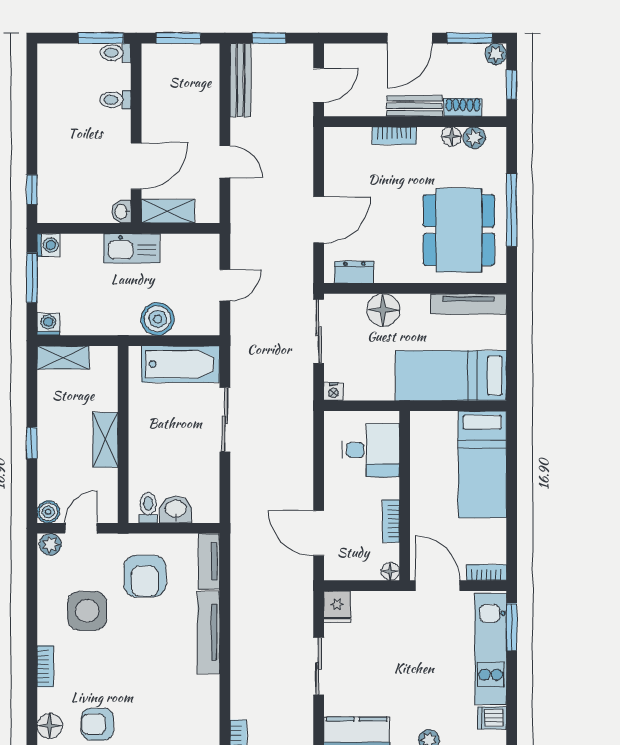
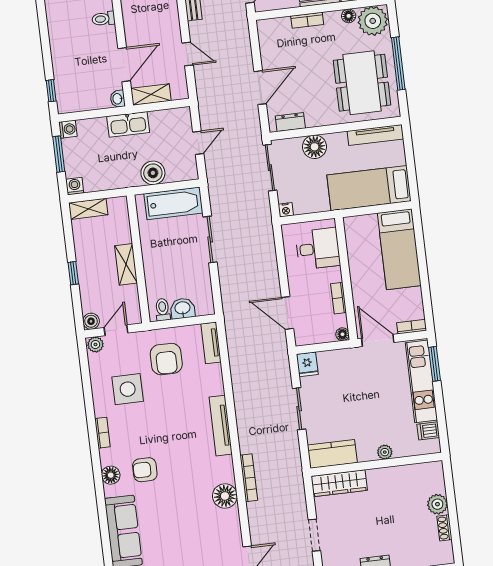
plant: (474, 138) -> (373, 21), width x1.88, depth x1.88
tv unit: (208, 632) -> (221, 426), moved

